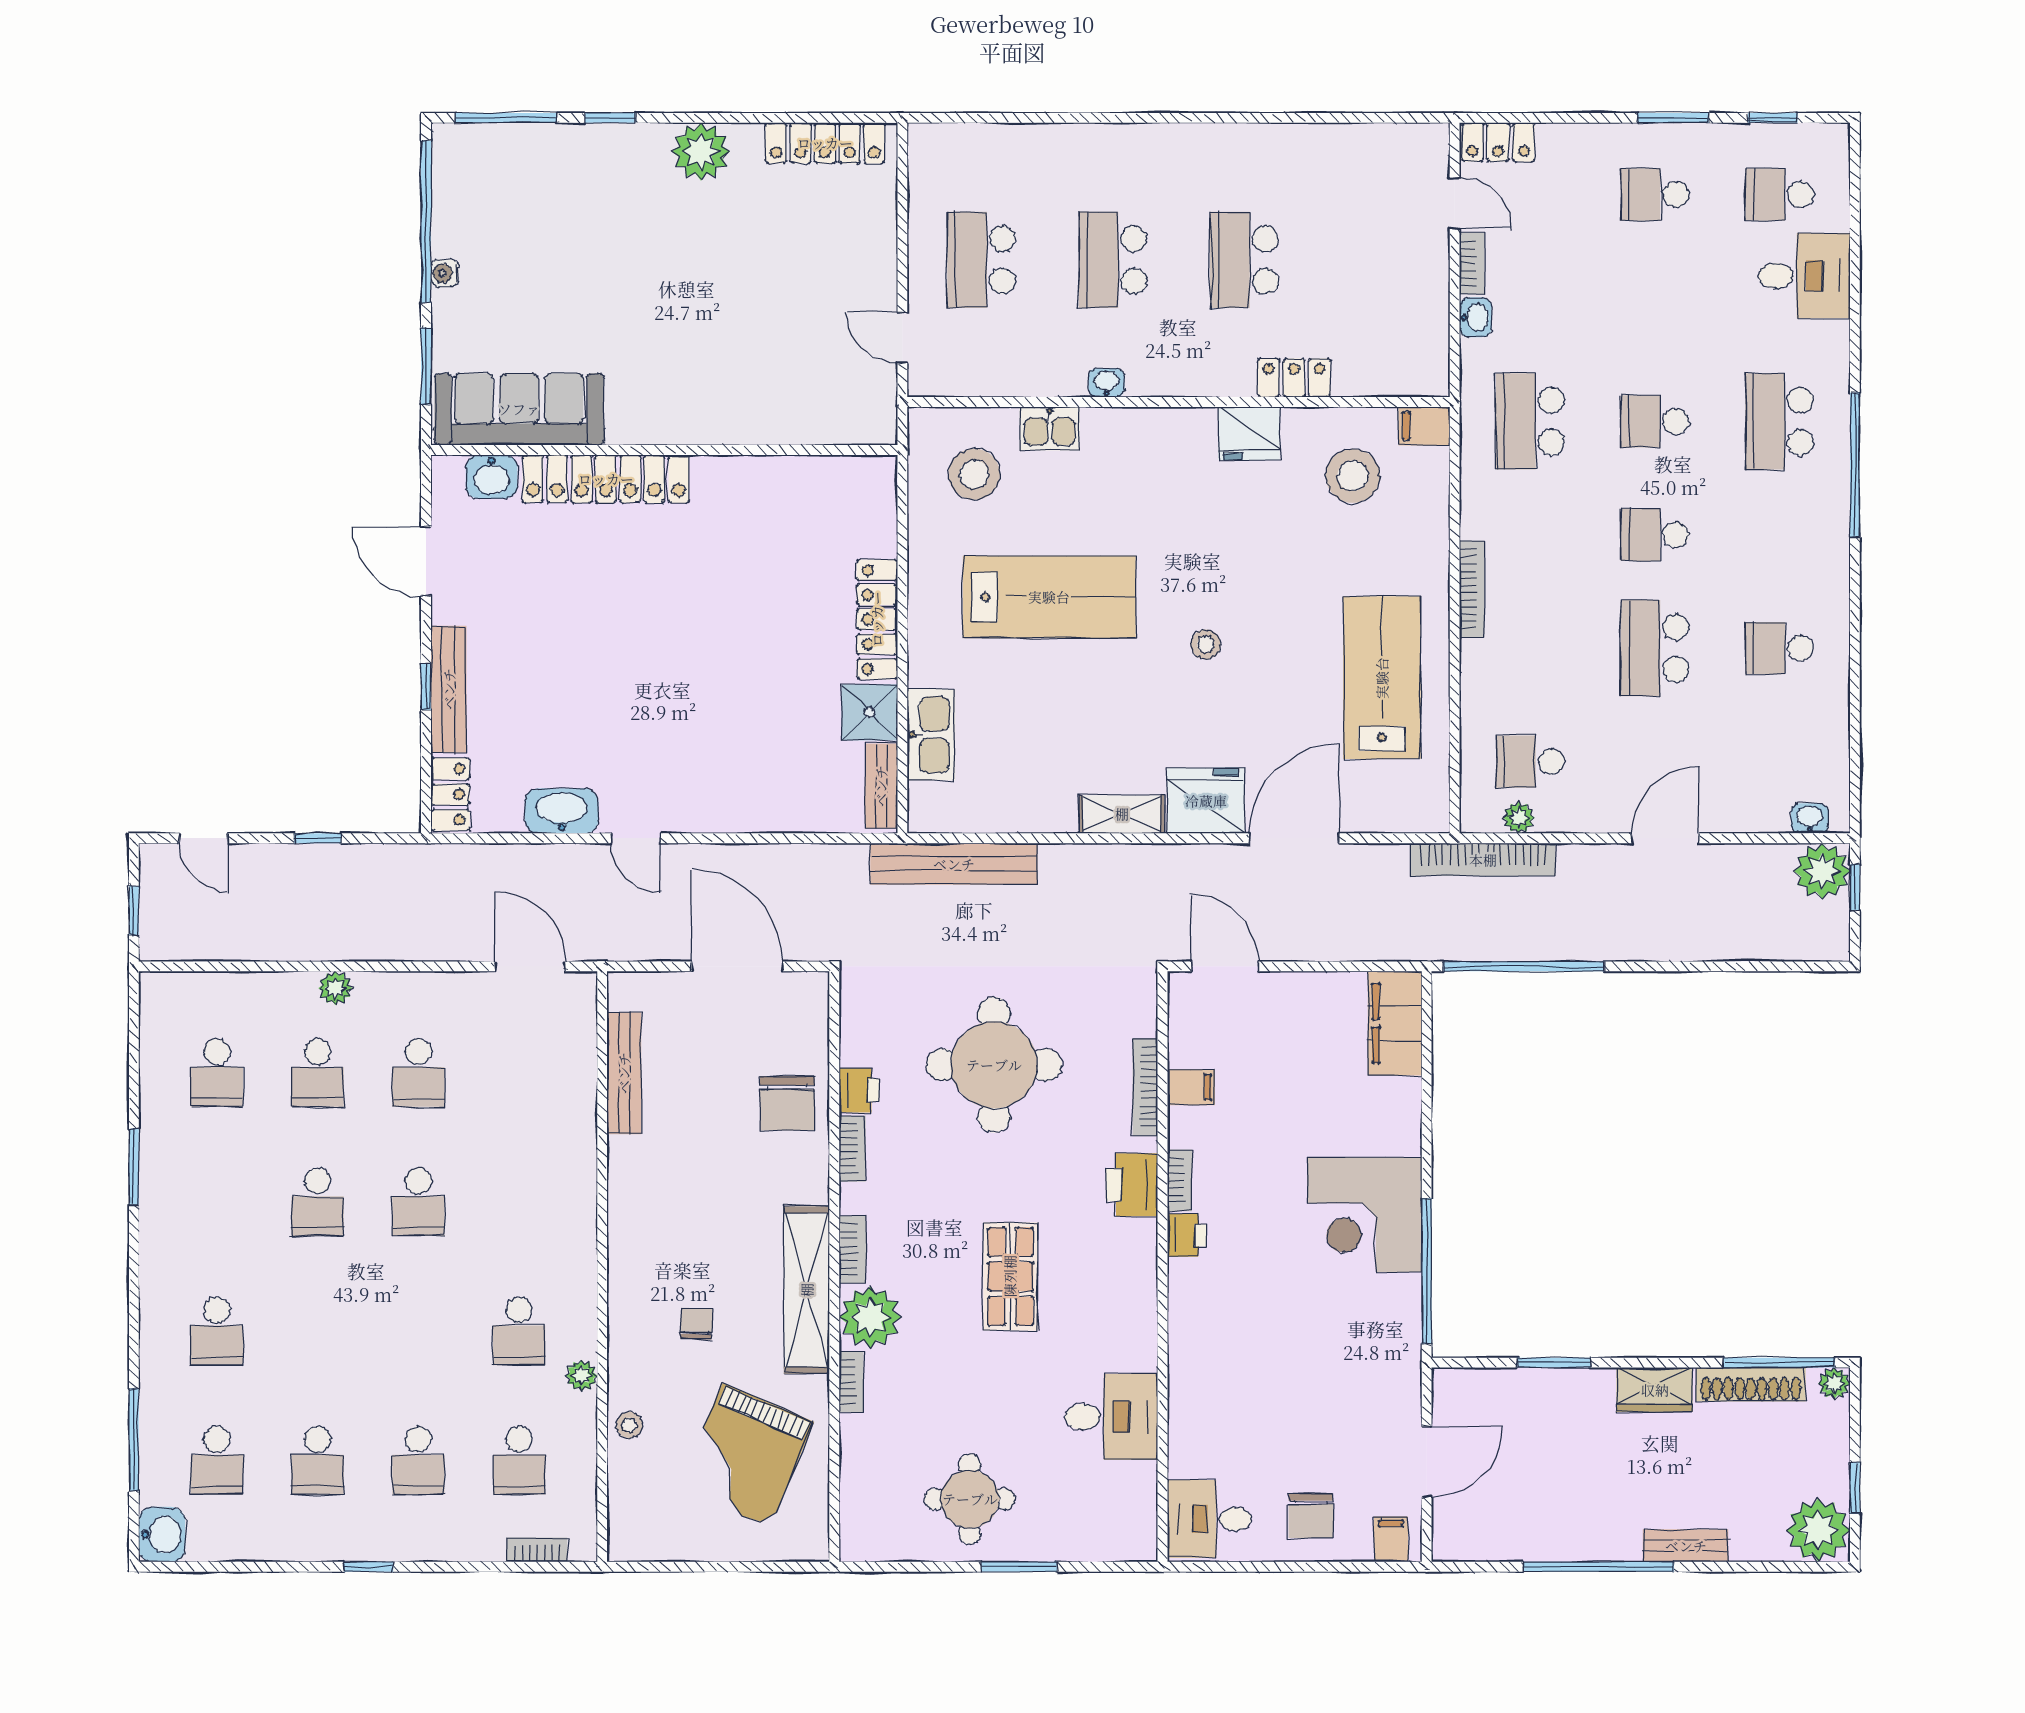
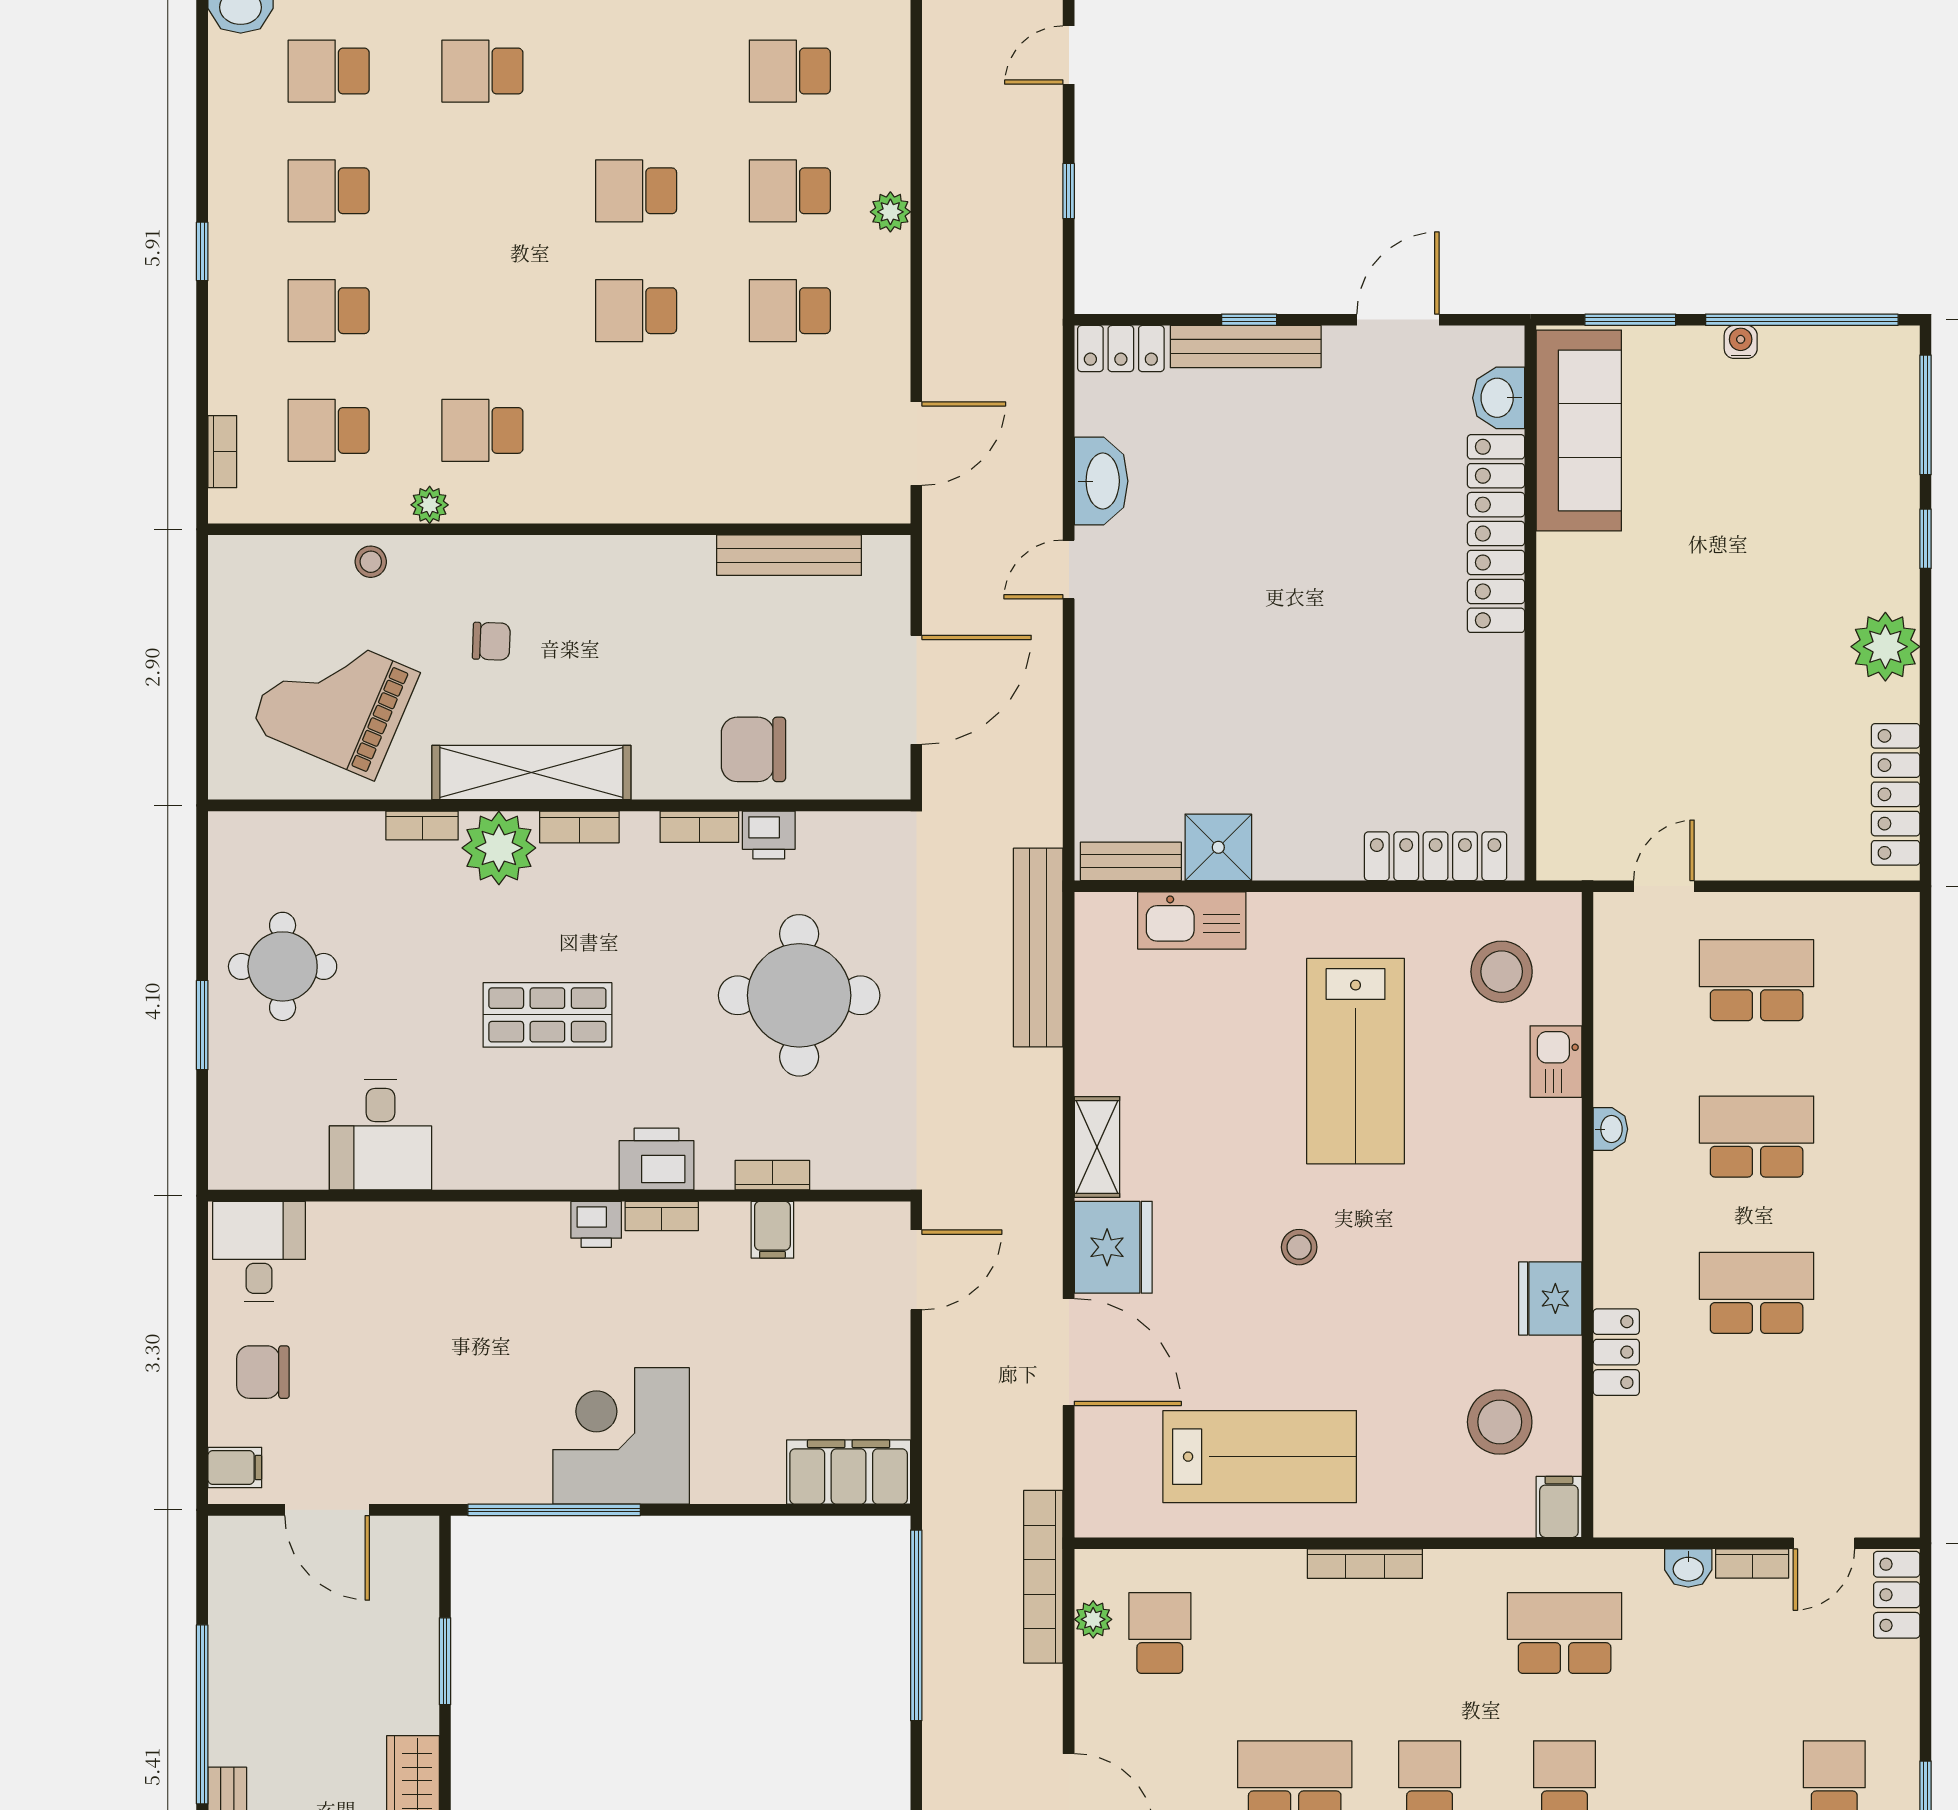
locker: (877, 619) -> (1436, 856), moved
bookcase: (1145, 1087) -> (772, 1175), width x0.64

